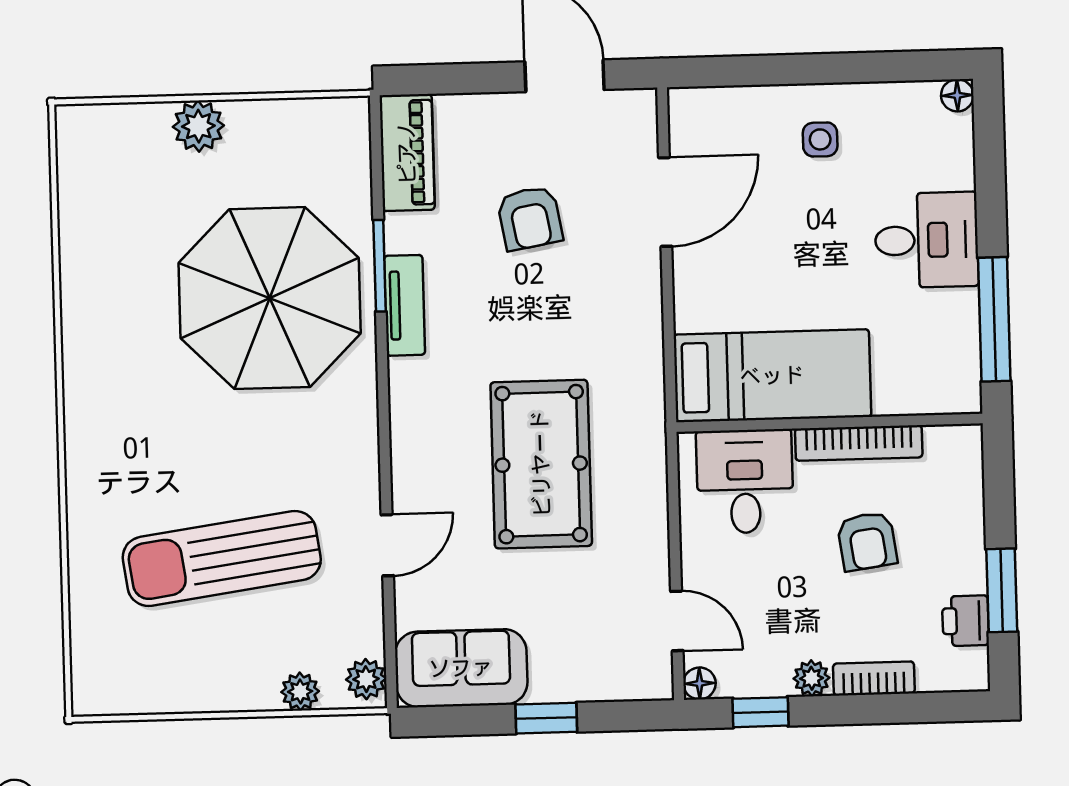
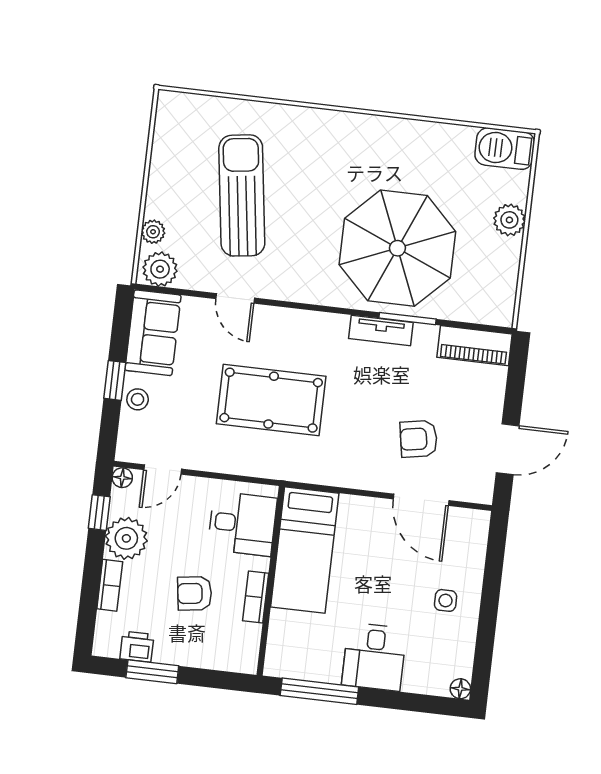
barbecue: (86, 150) -> (505, 149), added
armchair: (530, 218) -> (419, 439), moved
bookcase: (859, 443) -> (256, 597), width x0.64
stool: (571, 677) -> (138, 399), added
plant: (812, 678) -> (126, 538), width x1.88, depth x1.88
plant: (366, 679) -> (160, 269), width x1.38, depth x1.38

